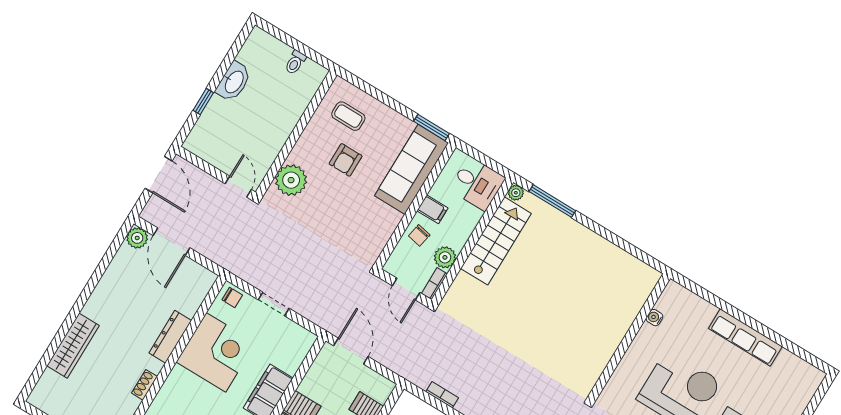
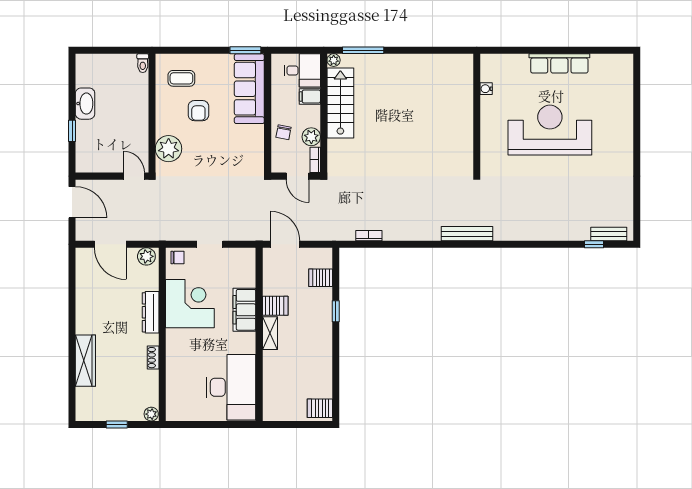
toilet: (295, 62) -> (143, 63), moved
filing cabinet: (432, 209) -> (310, 96), moved, turned 180
plant: (137, 238) -> (146, 256), moved

